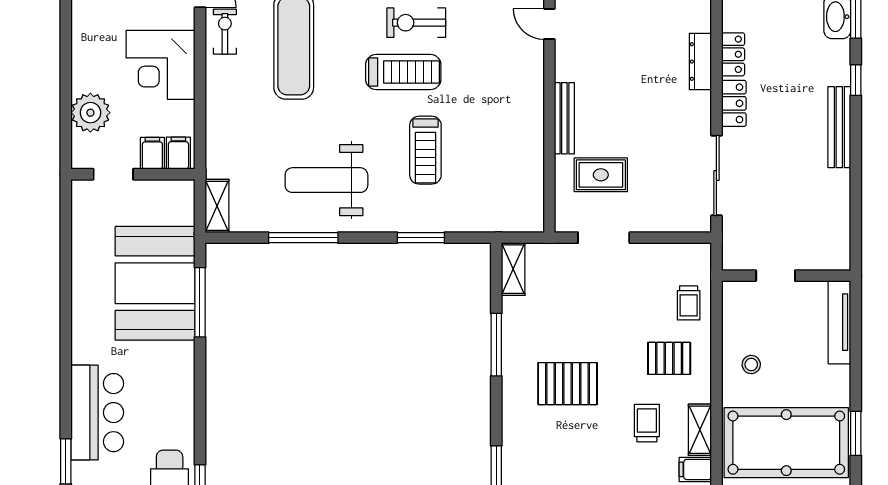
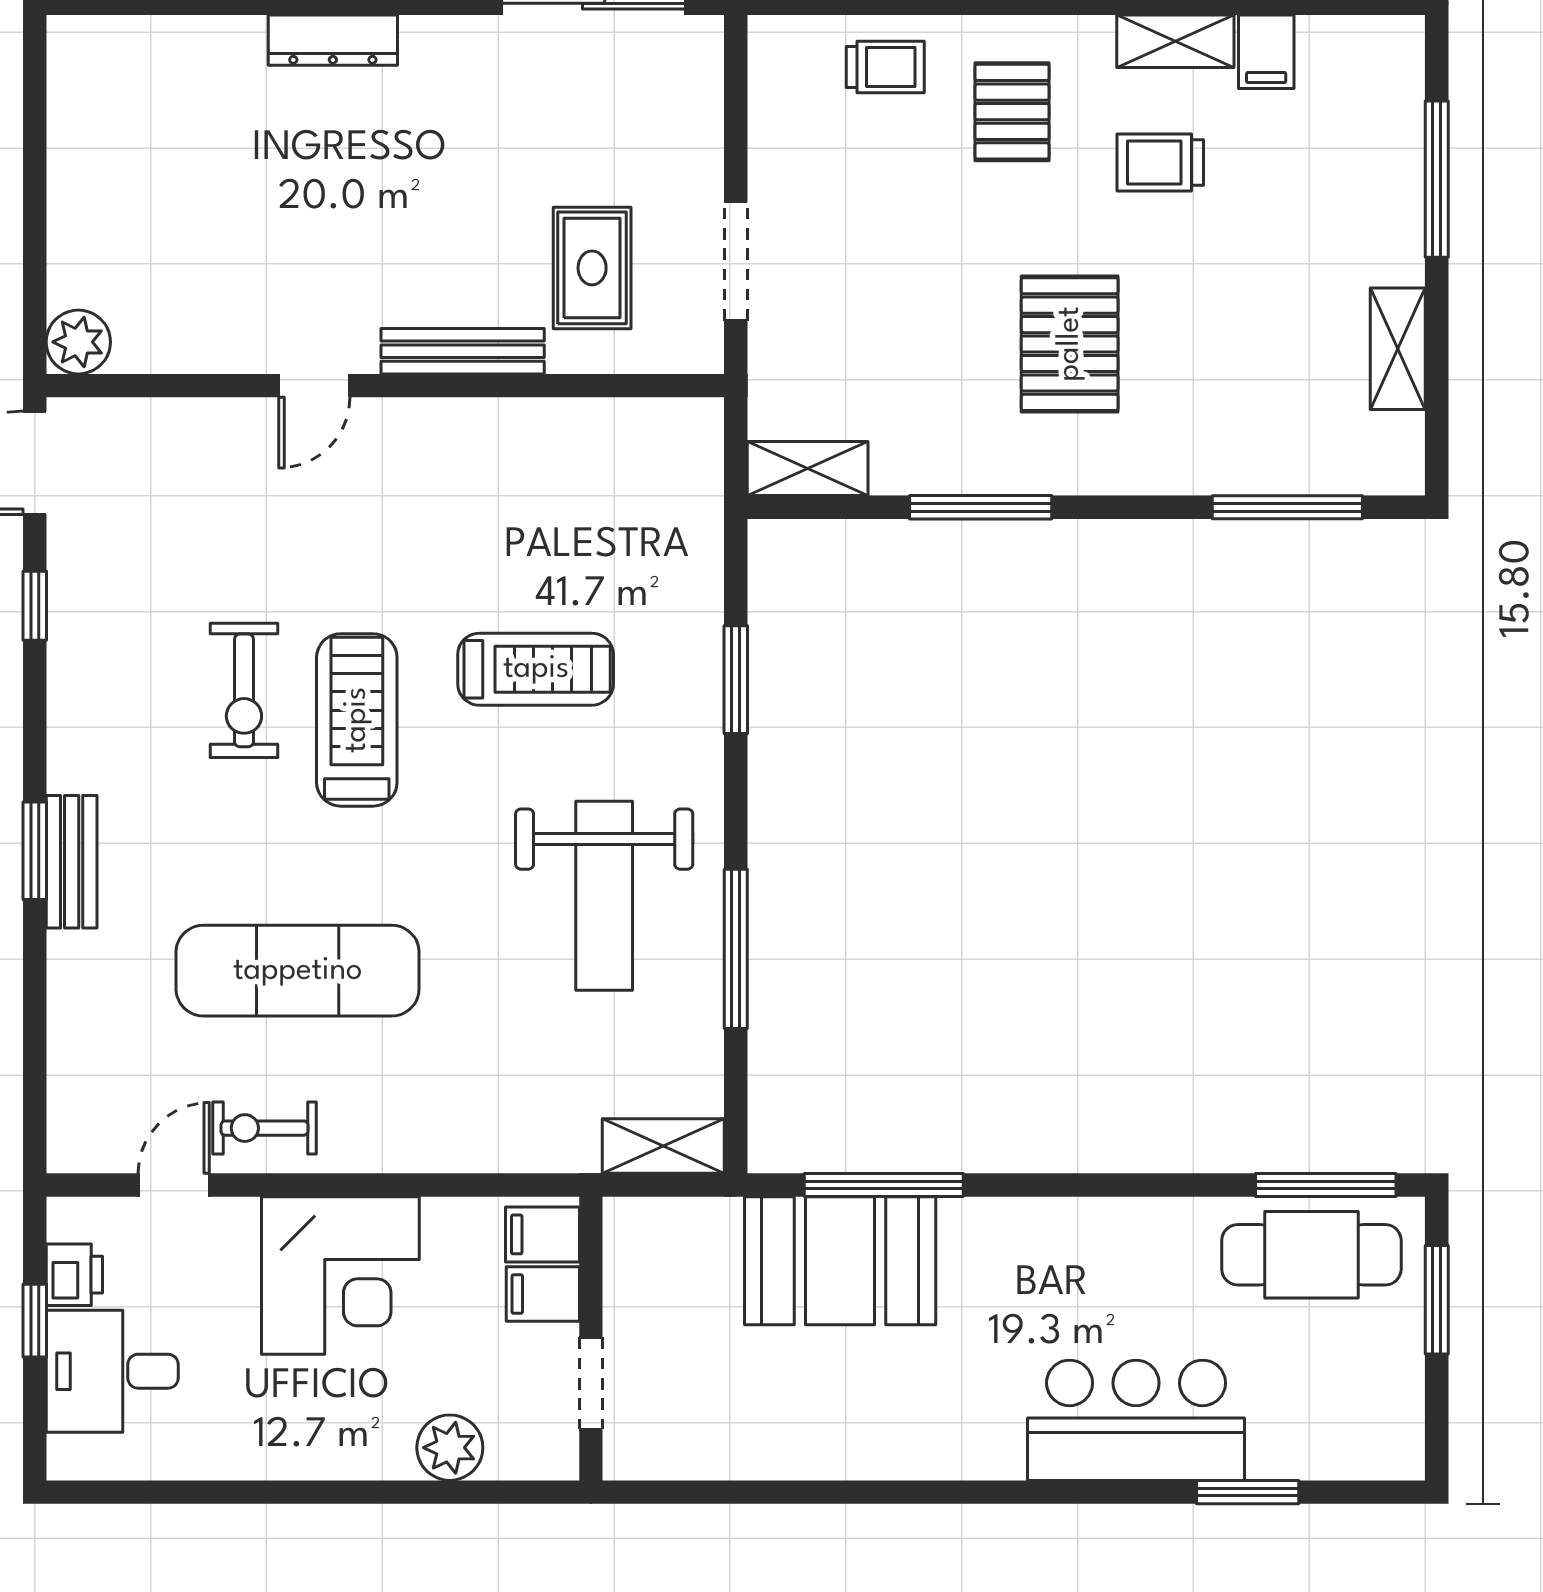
door: (549, 24) -> (314, 386), moved
plant: (90, 113) -> (450, 1448), width x0.73, depth x0.73
booth: (155, 283) -> (840, 1261), width x0.73, depth x0.70

